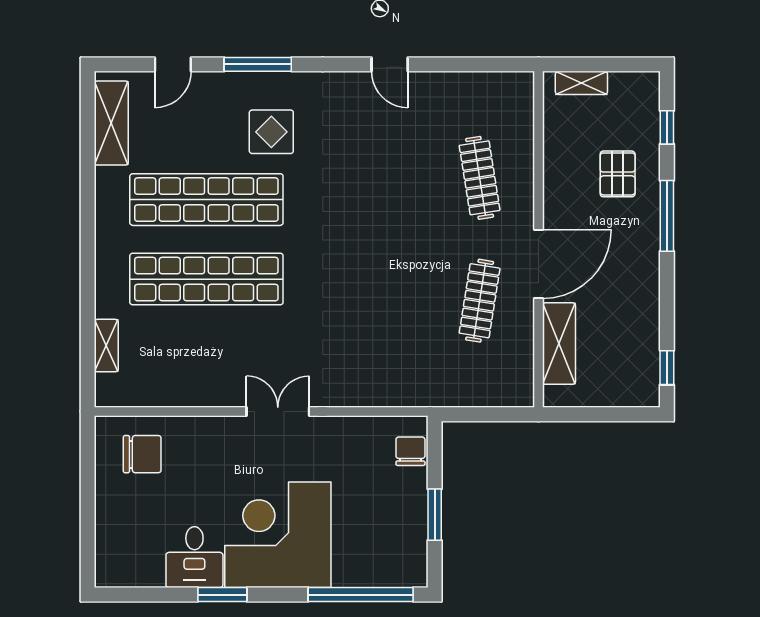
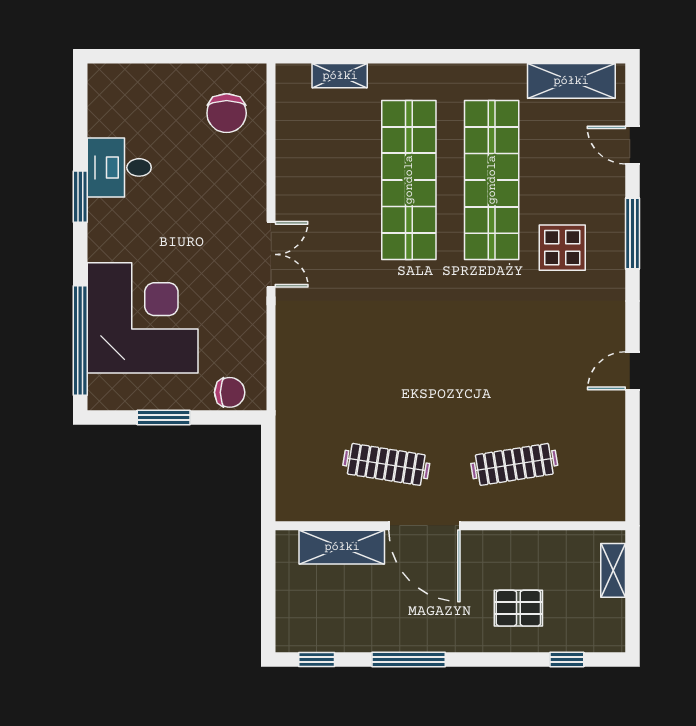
window: (667, 216) -> (409, 659), moved
corner desk: (278, 535) -> (143, 318), moved

